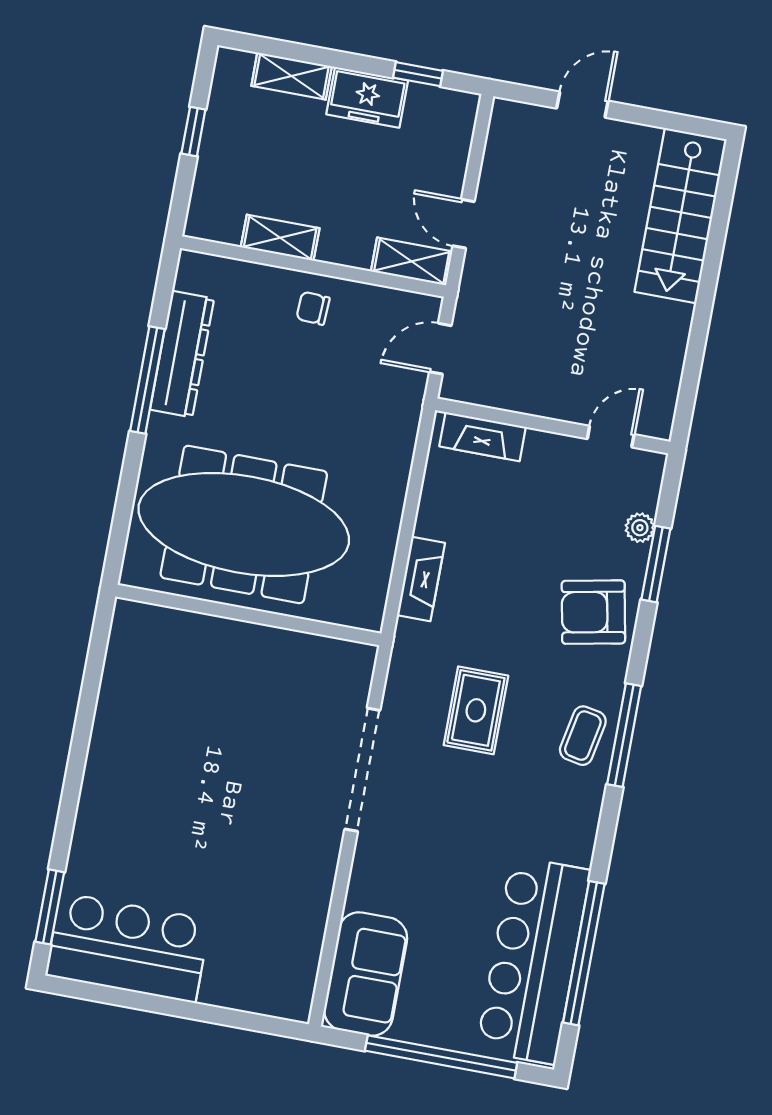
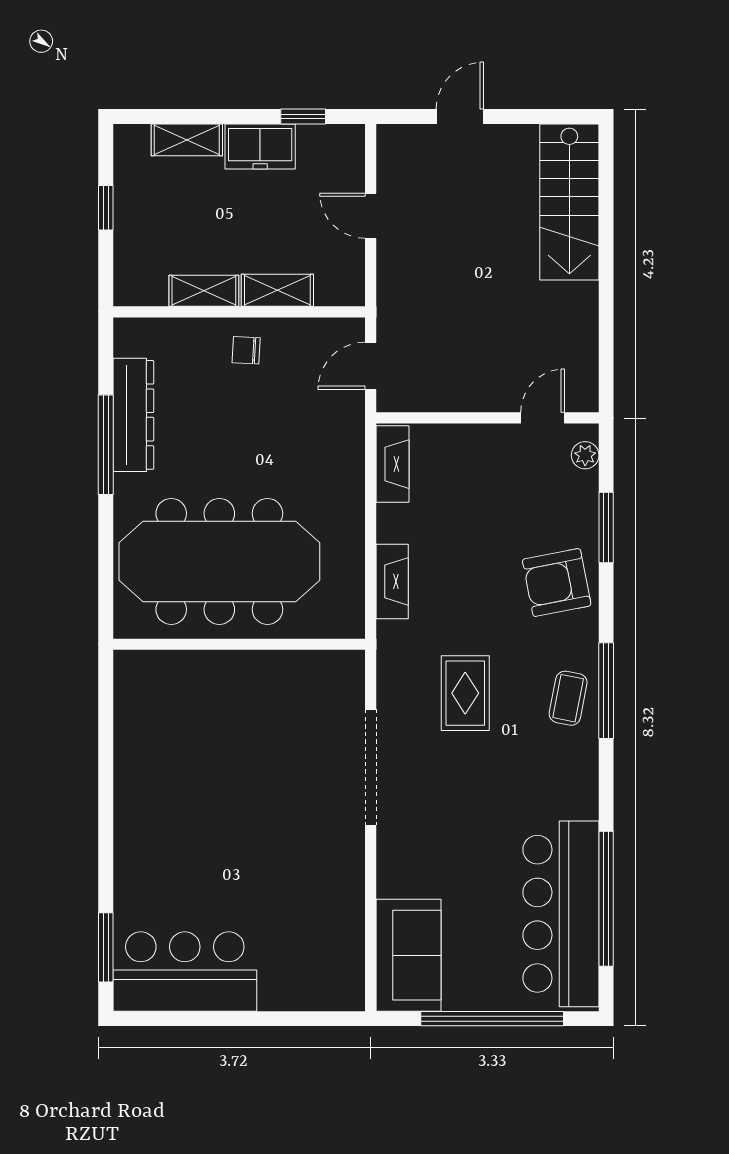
door: (464, 224) -> (371, 216), moved
shelving: (412, 261) -> (277, 290), moved
fireplace: (483, 437) -> (392, 464), moved, turned -90
plant: (640, 528) -> (585, 455), moved

